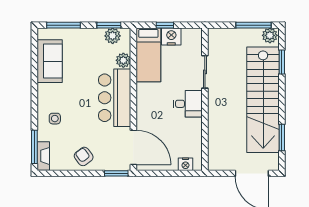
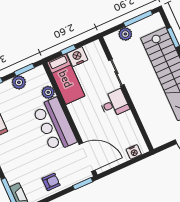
plant: (270, 35) -> (125, 34), moved
plant: (113, 36) -> (19, 82), moved
side table: (55, 119) -> (15, 162), removed
armchair: (84, 156) -> (51, 182), turned 127

